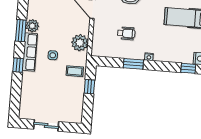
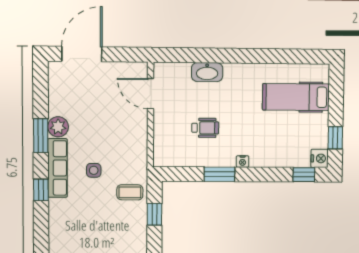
plant: (80, 43) -> (134, 148), removed

